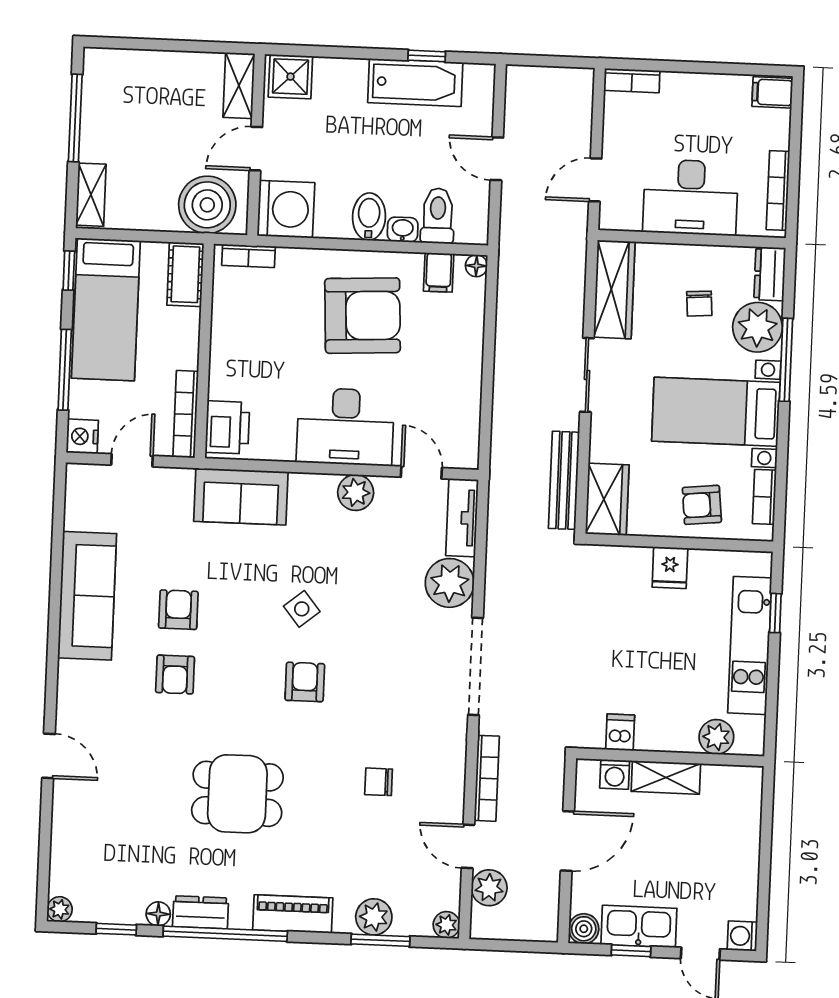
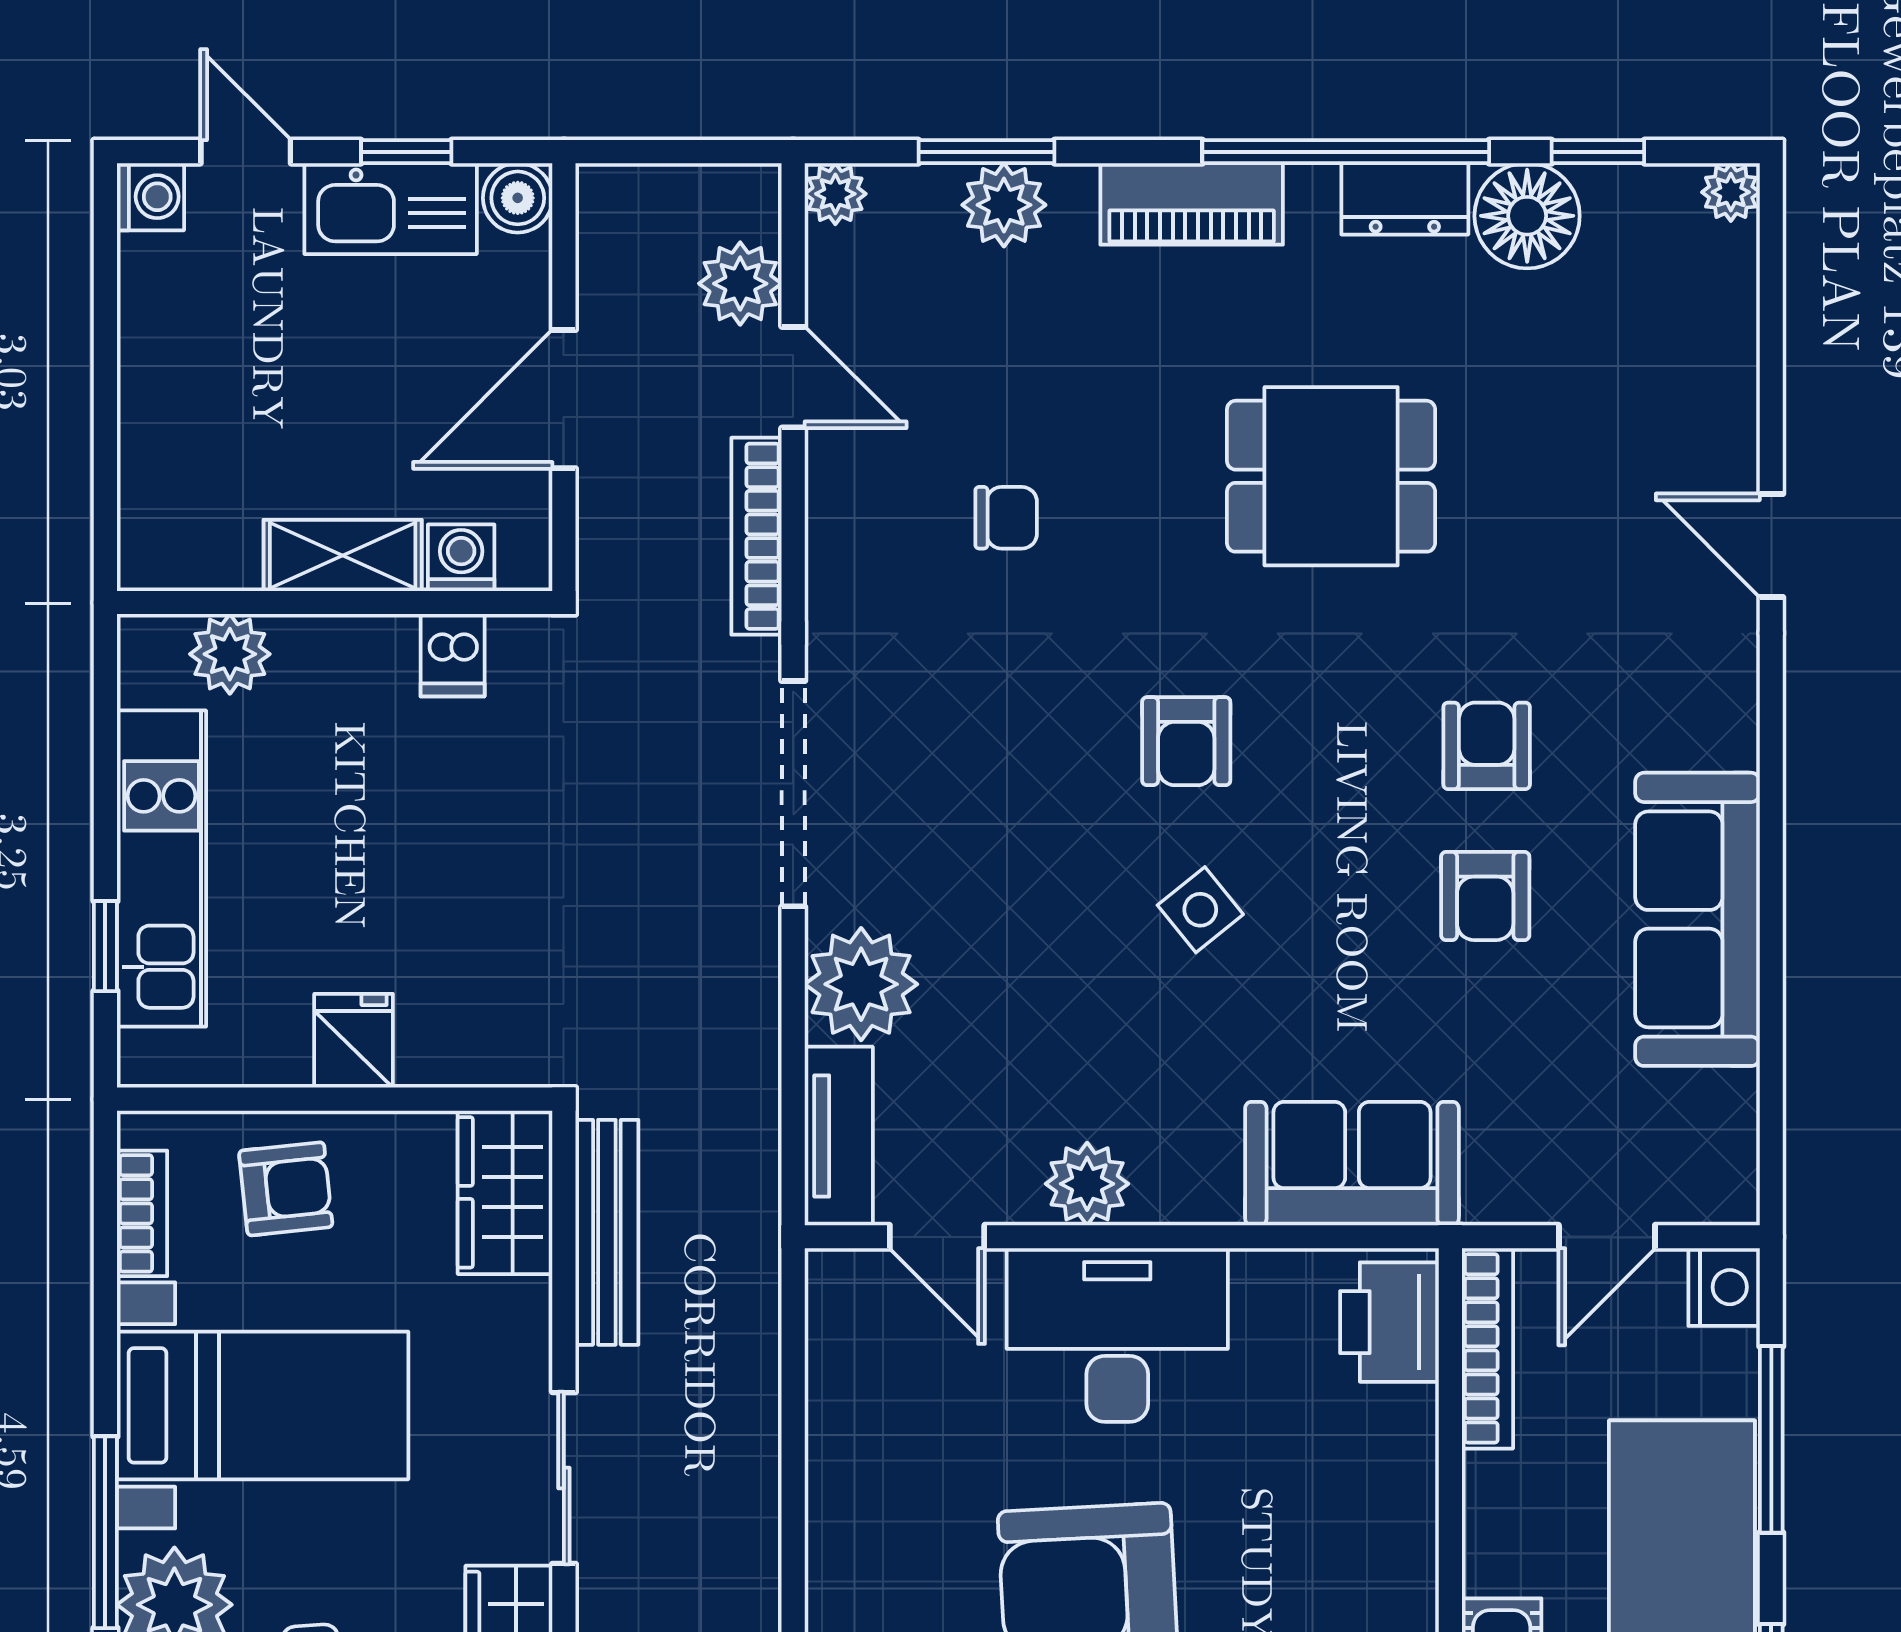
floor lamp: (158, 914) -> (1527, 216), width x1.89, depth x1.89

